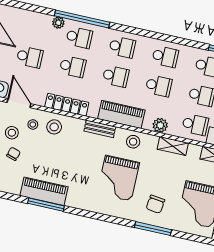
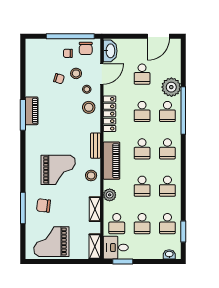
plant: (58, 23) -> (171, 87), width x1.88, depth x1.88
grand piano: (118, 178) -> (58, 170), turned 180
piano: (44, 191) -> (32, 111), width x0.73, depth x0.75

